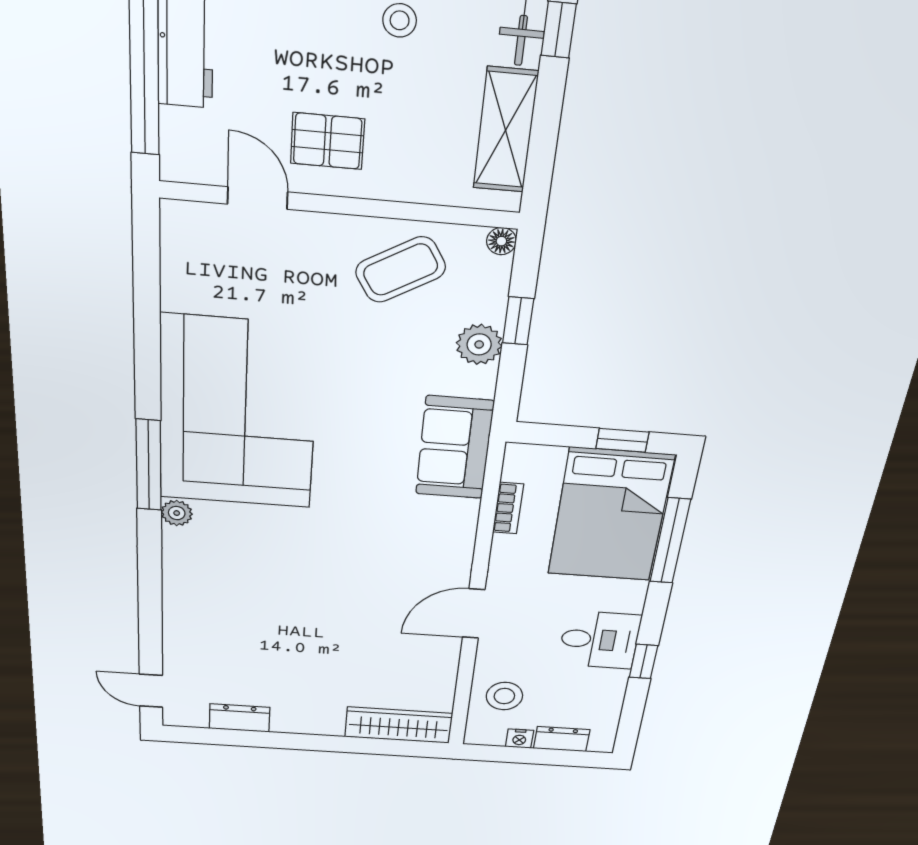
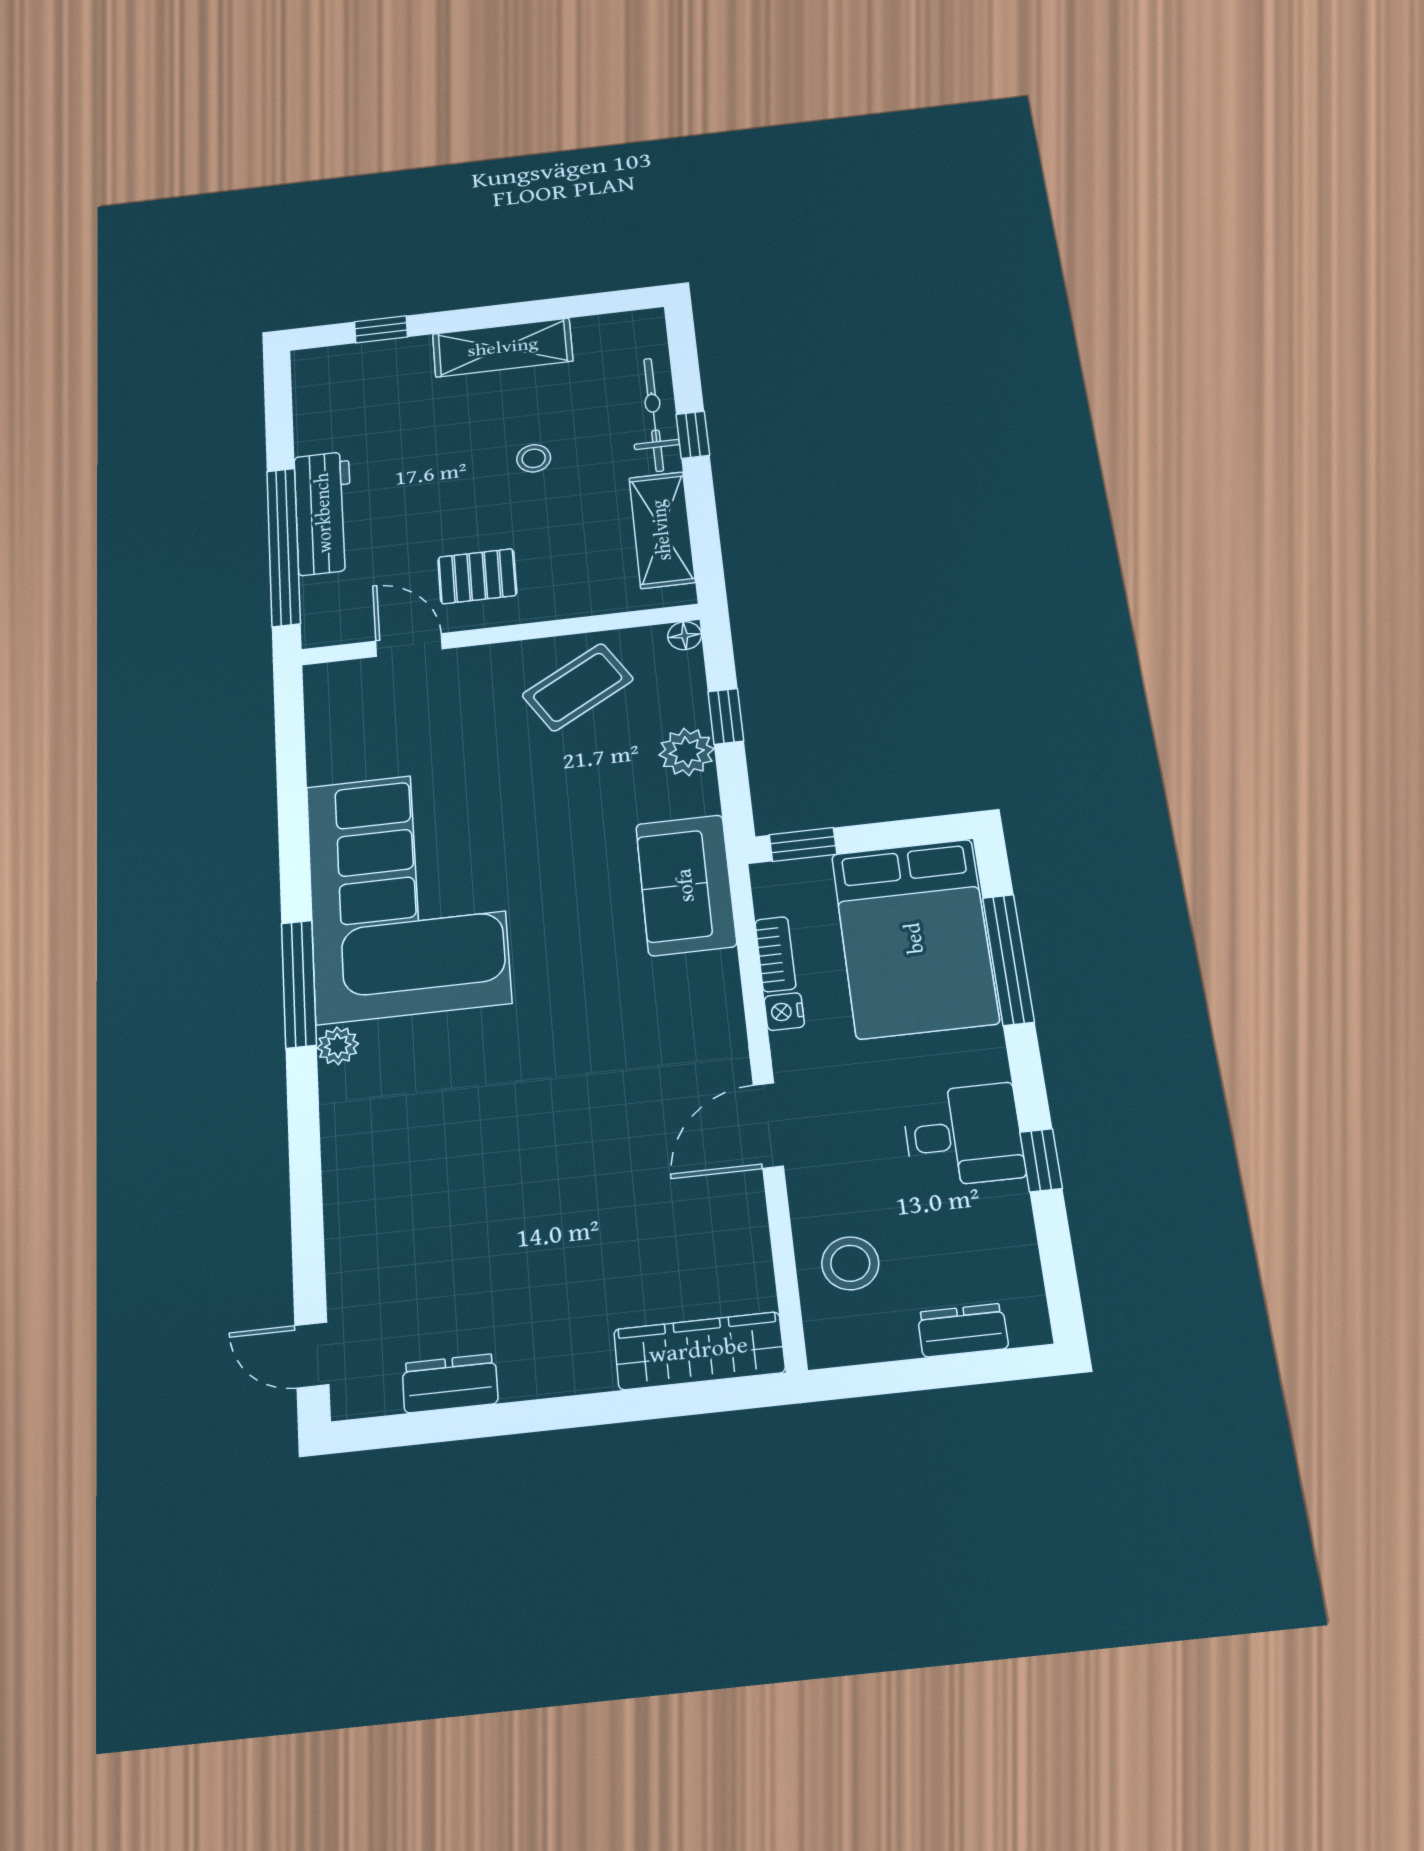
window: (622, 440) -> (803, 845), moved
nightstand: (519, 739) -> (784, 1012), moved, turned 90

